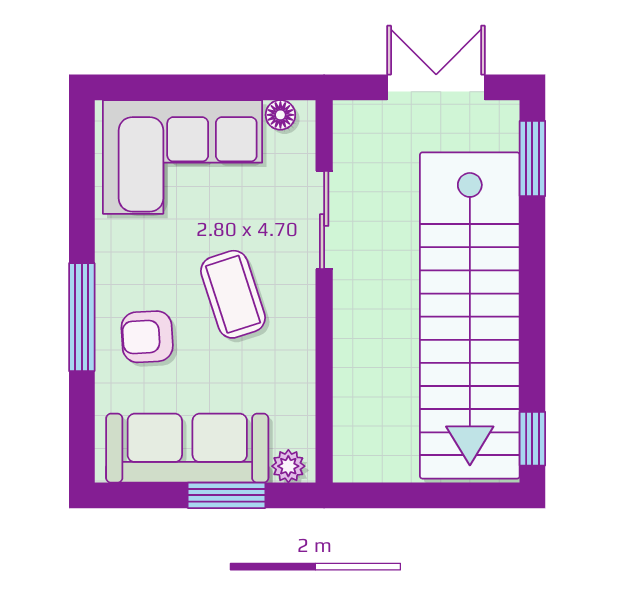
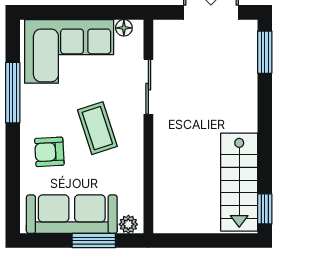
stairs: (470, 315) -> (239, 182), width x0.54, depth x0.66
window: (82, 317) -> (13, 93), moved

